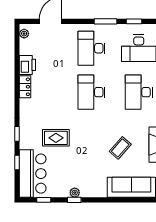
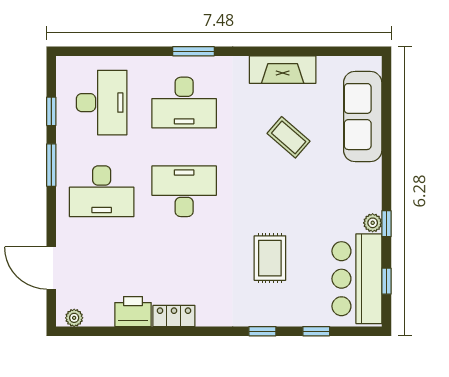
desk: (92, 92) -> (184, 191), turned 180
bar counter: (33, 174) -> (357, 279), moved, turned -90

